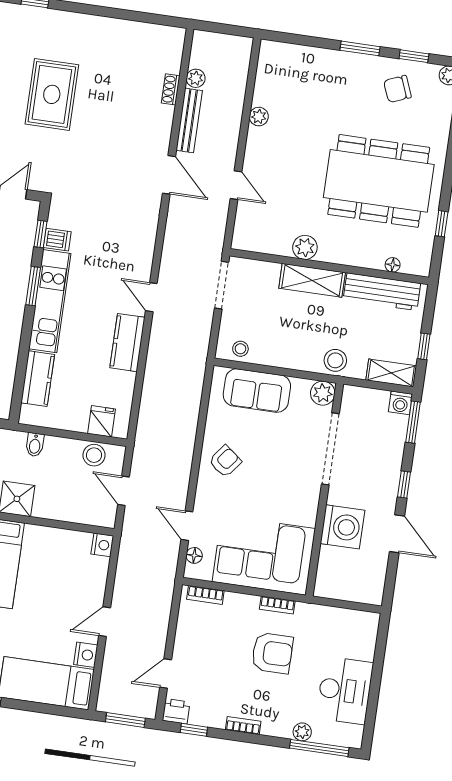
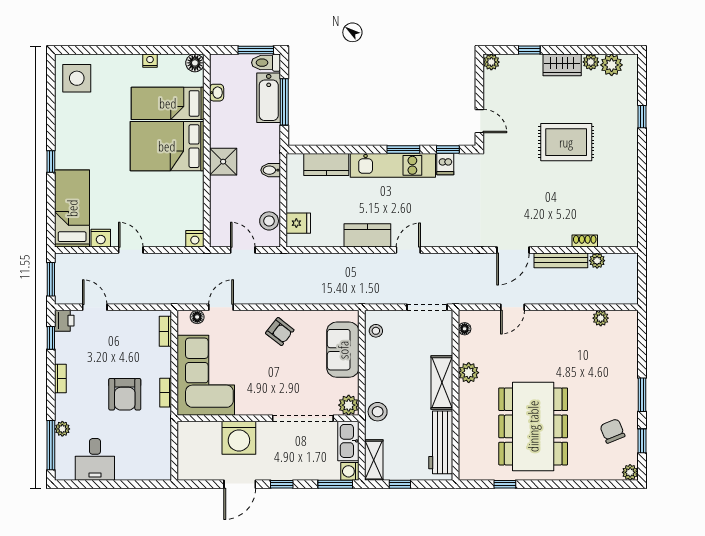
plant: (259, 117) -> (601, 318), moved
floor lamp: (393, 265) -> (465, 329), moved
kitchen sink: (365, 399) -> (348, 441), added
door: (123, 491) -> (243, 250), hinge flipped
desk: (345, 690) -> (95, 459), width x0.73

